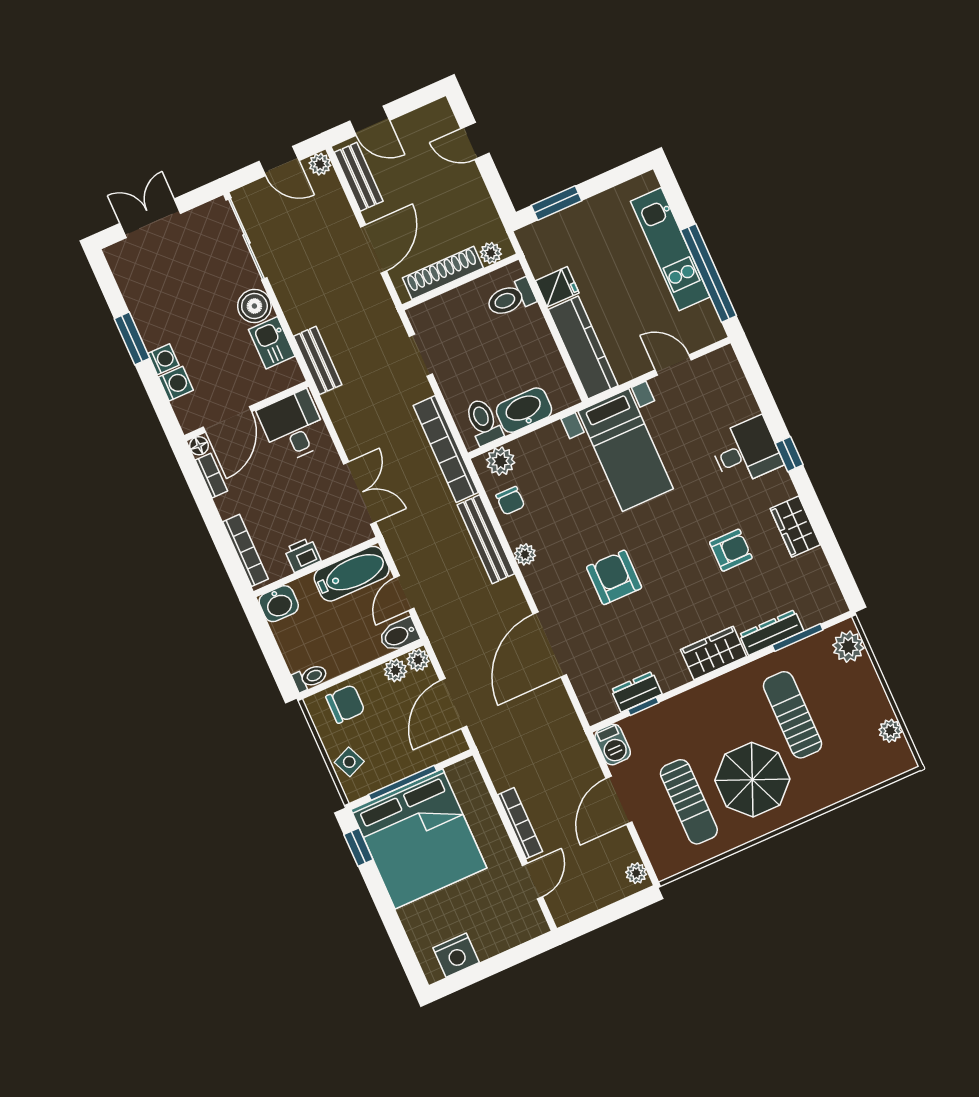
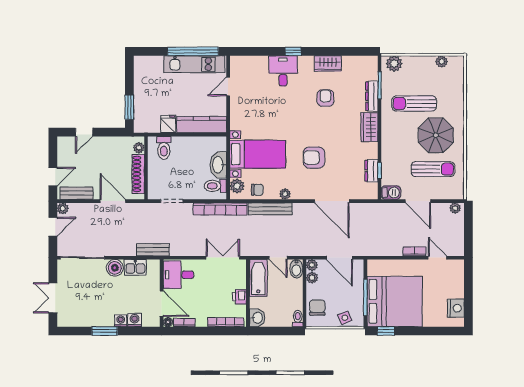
kitchen unit: (670, 249) -> (194, 64), moved
bed with nightstands: (626, 450) -> (258, 154), moved
bookcase: (520, 823) -> (415, 251), width x0.64

